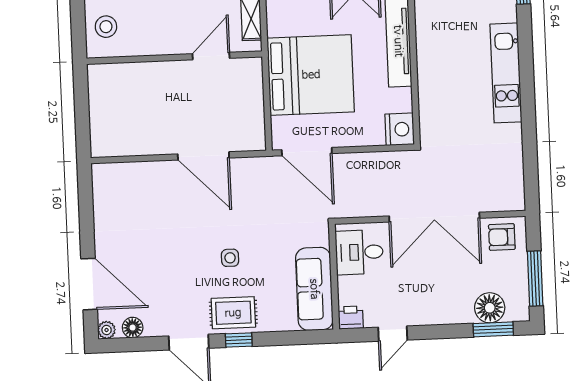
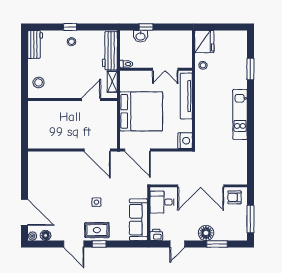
door: (203, 156) -> (97, 150), moved
floor lamp: (490, 308) -> (206, 233), moved
window: (493, 329) -> (217, 244), moved

